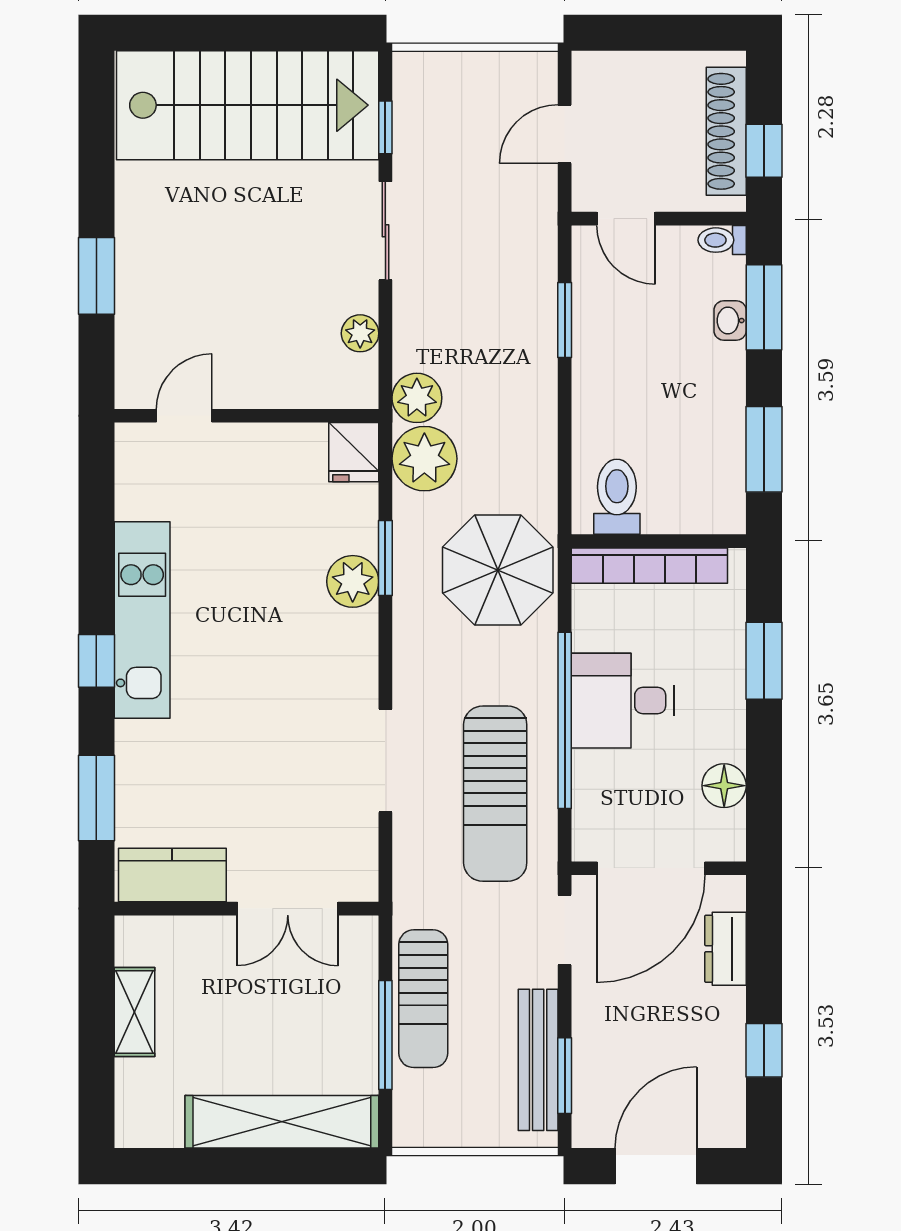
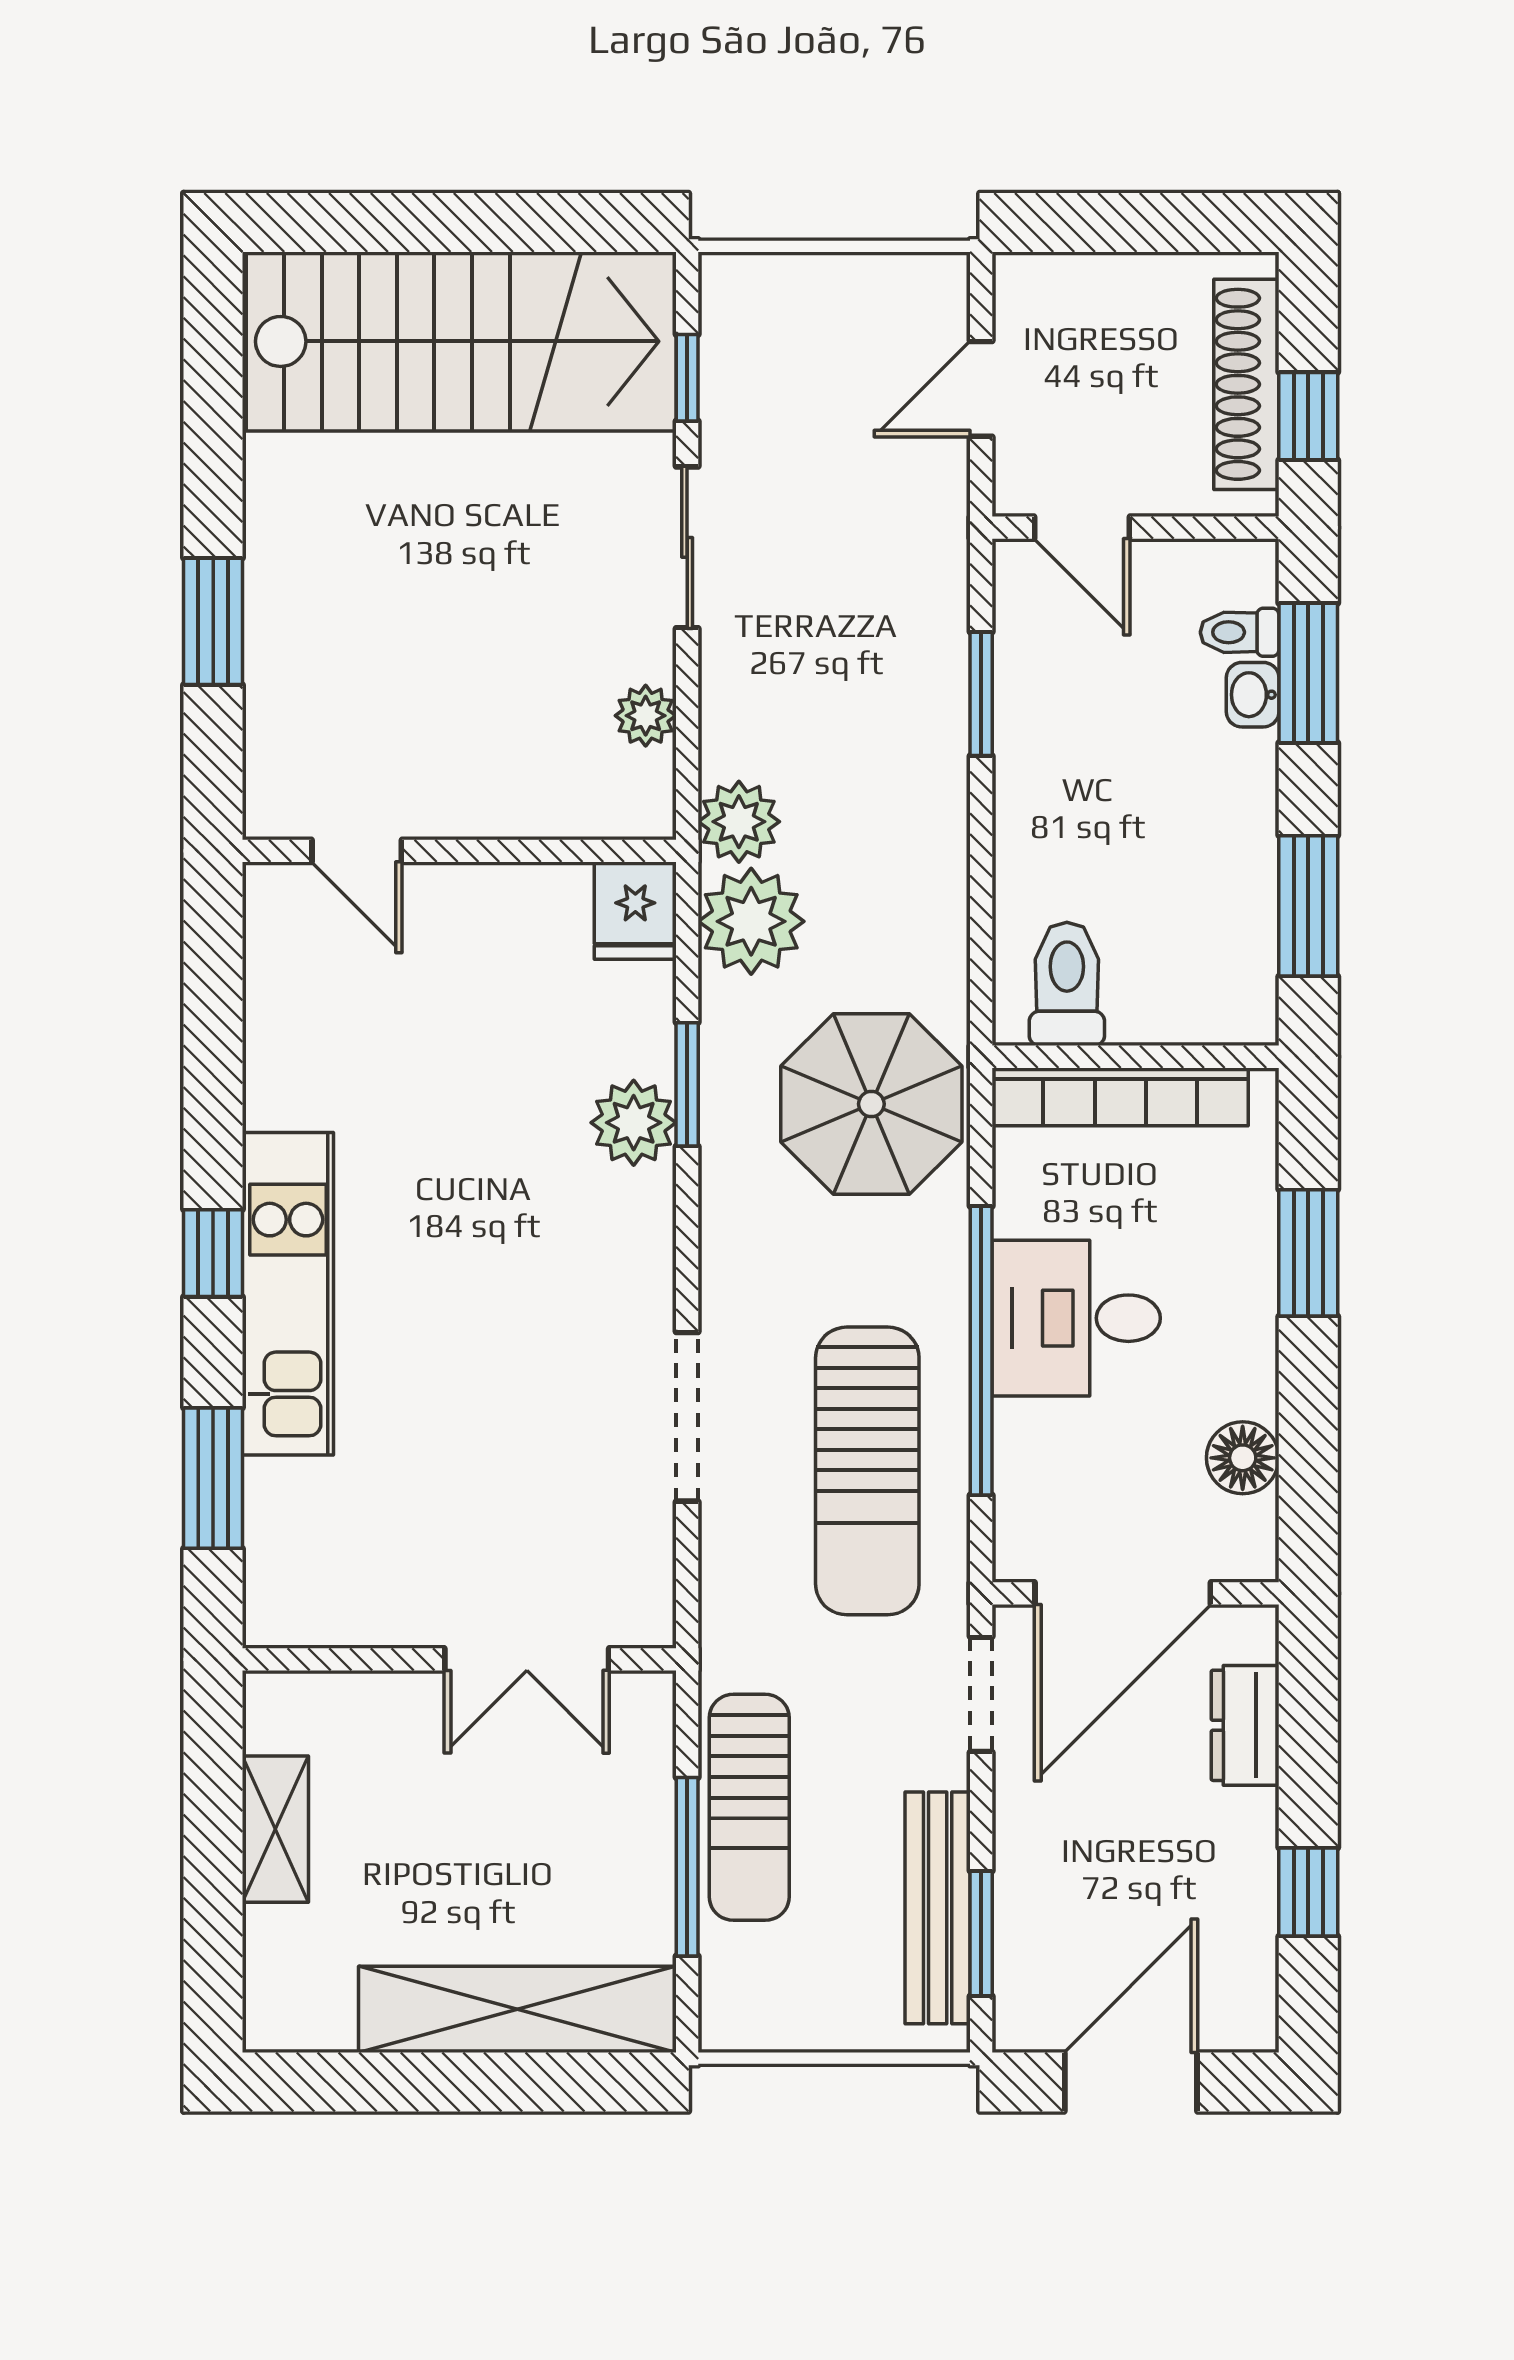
toilet: (722, 240) -> (1240, 632), moved
door: (184, 416) -> (357, 851), swing flipped
kitchen unit: (142, 620) -> (288, 1294), moved
kitchen counter: (172, 875) -> (338, 1604), removed

